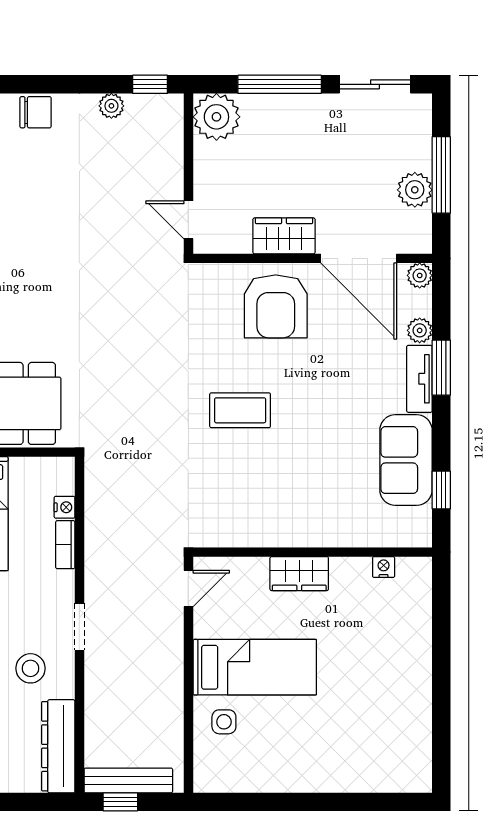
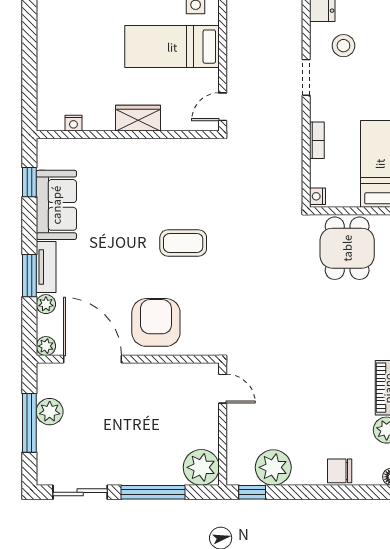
plant: (111, 106) -> (273, 467), width x1.87, depth x1.87
wardrobe: (284, 236) -> (150, 376), removed
nightstand: (65, 507) -> (317, 196), moved

